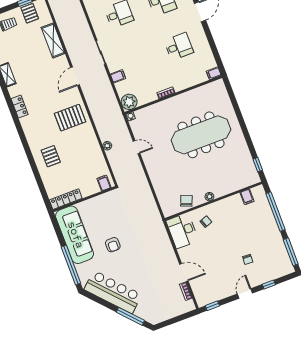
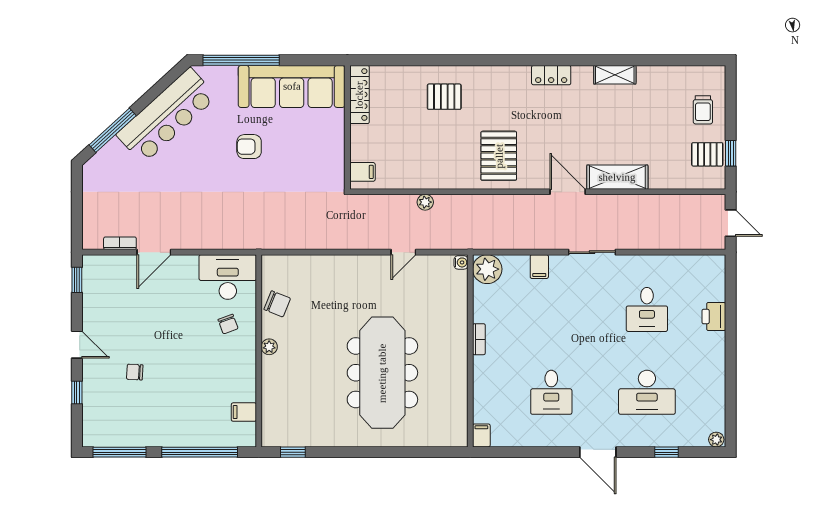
shelving: (53, 40) -> (617, 177), moved

